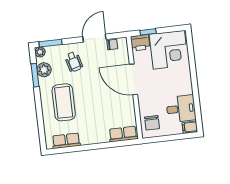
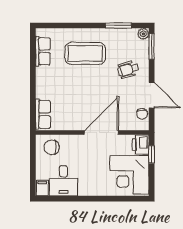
plant: (44, 70) -> (123, 36), removed

